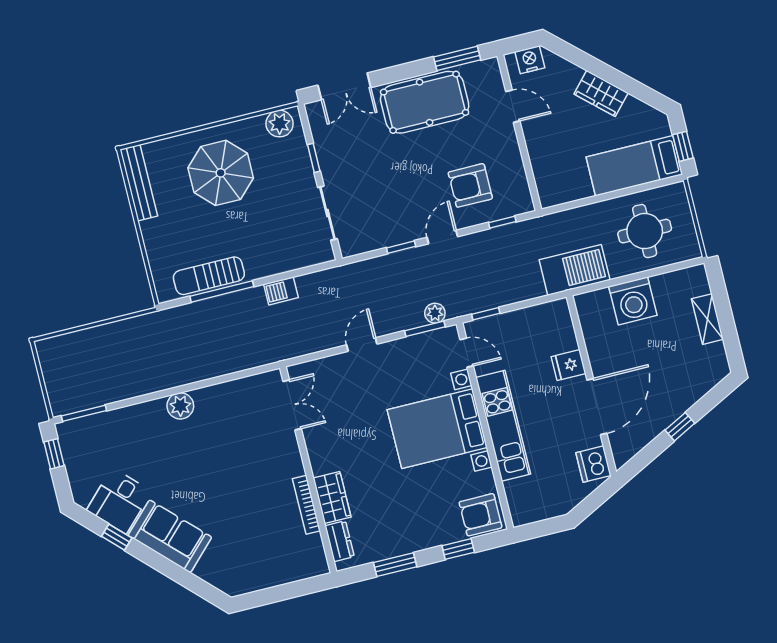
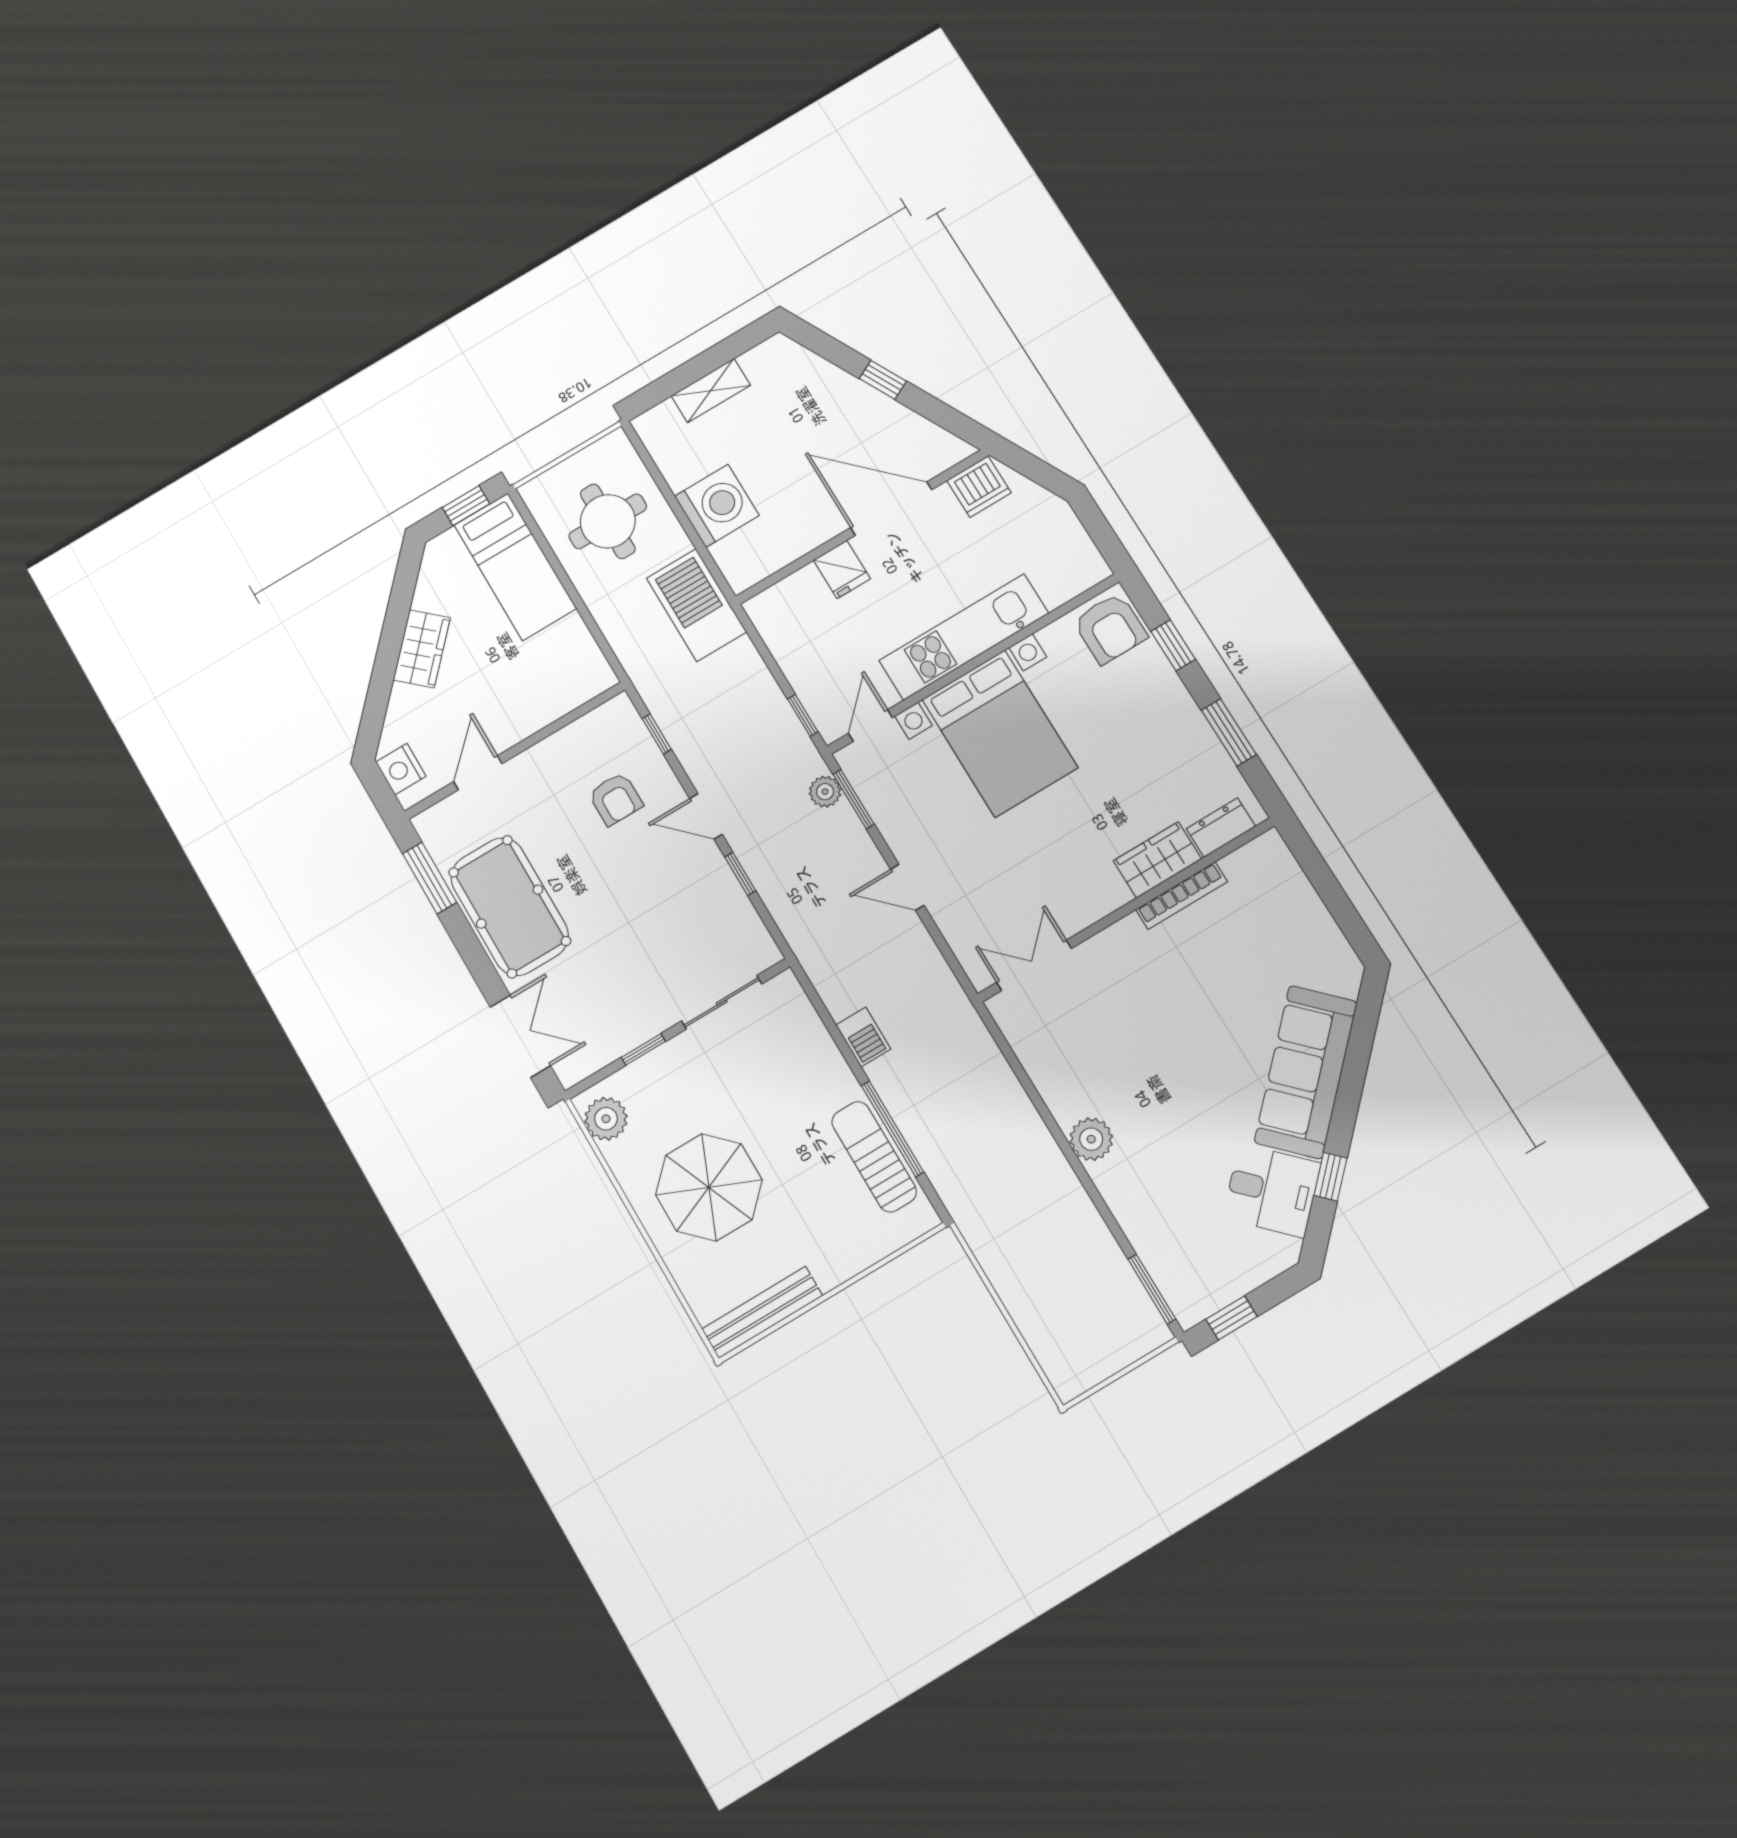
armchair: (470, 185) -> (616, 799), width x0.72, depth x0.72
sun lounger: (209, 276) -> (874, 1157), turned 180
sofa: (170, 536) -> (1306, 1072), width x1.36

